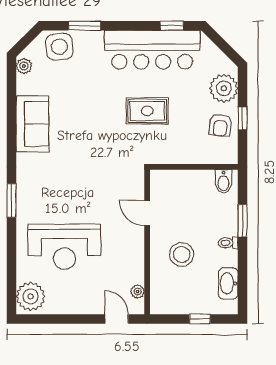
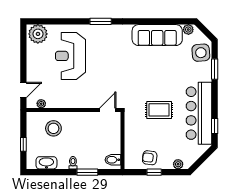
plant: (224, 88) -> (178, 164), width x0.53, depth x0.53
rug: (147, 111) -> (159, 110), turned 90
sofa: (32, 124) -> (157, 35), width x1.36
door: (147, 213) -> (108, 110), moved
stool: (182, 254) -> (53, 128), moved

